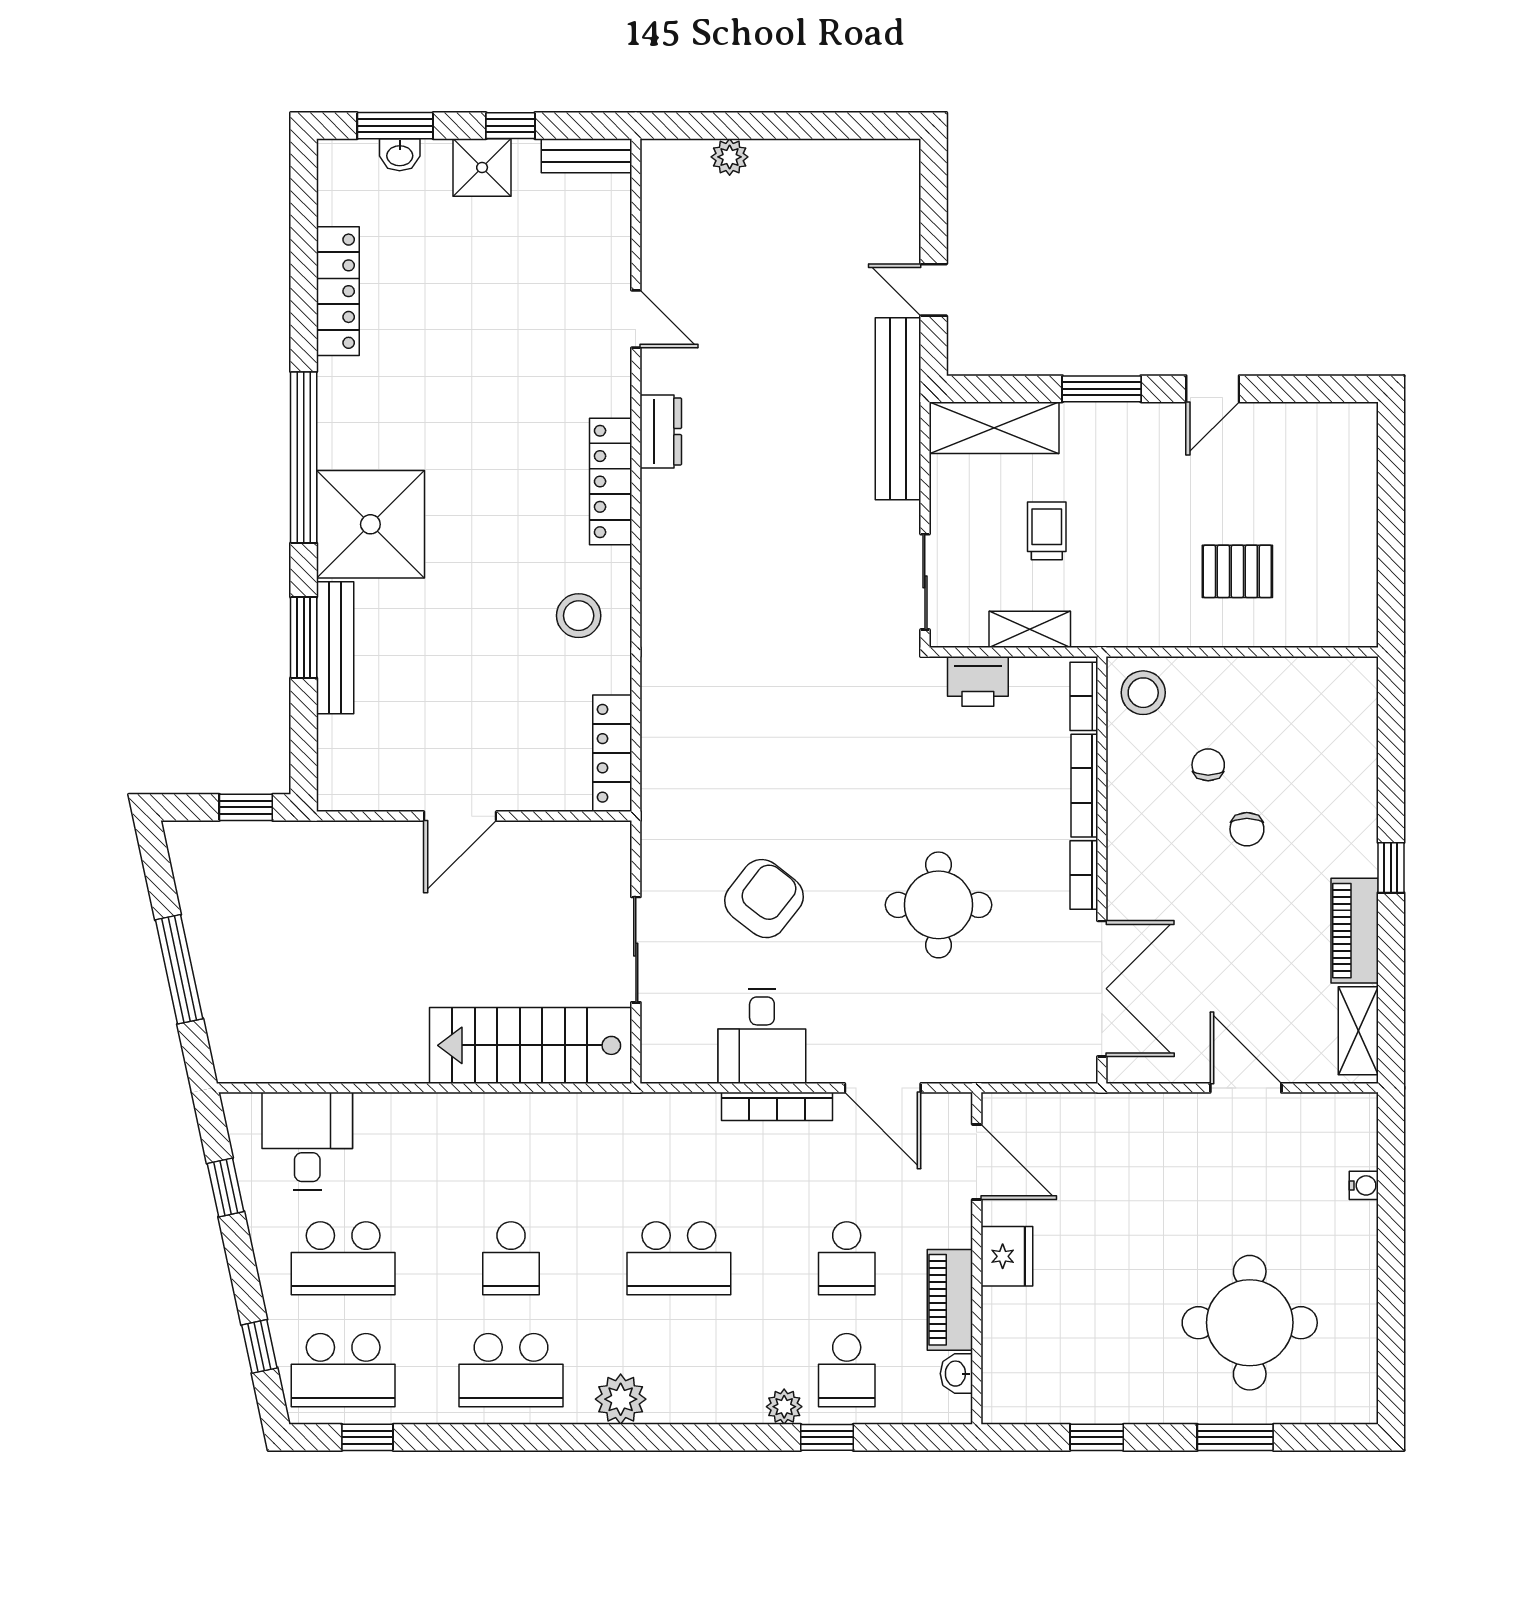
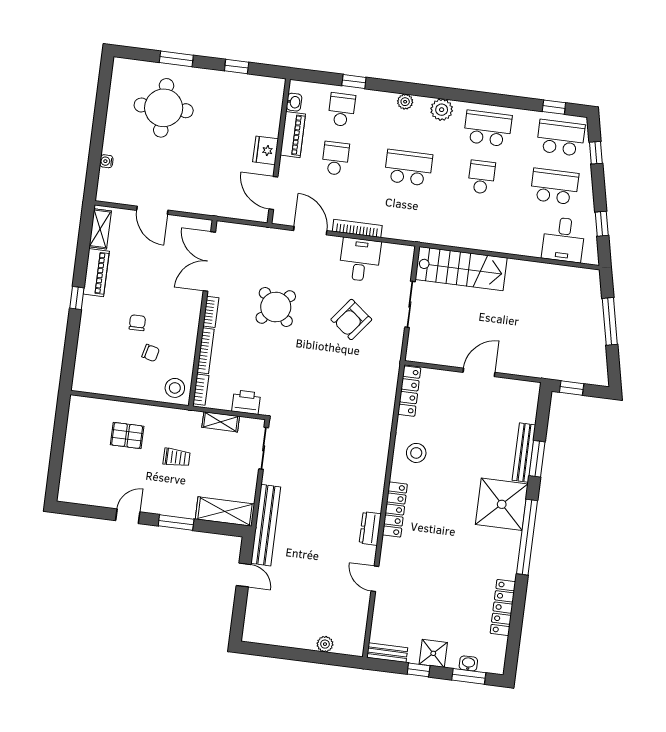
trolley: (1047, 531) -> (177, 458), moved, turned -90
chair: (1208, 765) -> (151, 353), turned -76
round table: (939, 905) -> (276, 307), turned 45
plant: (784, 1407) -> (405, 102), moved

